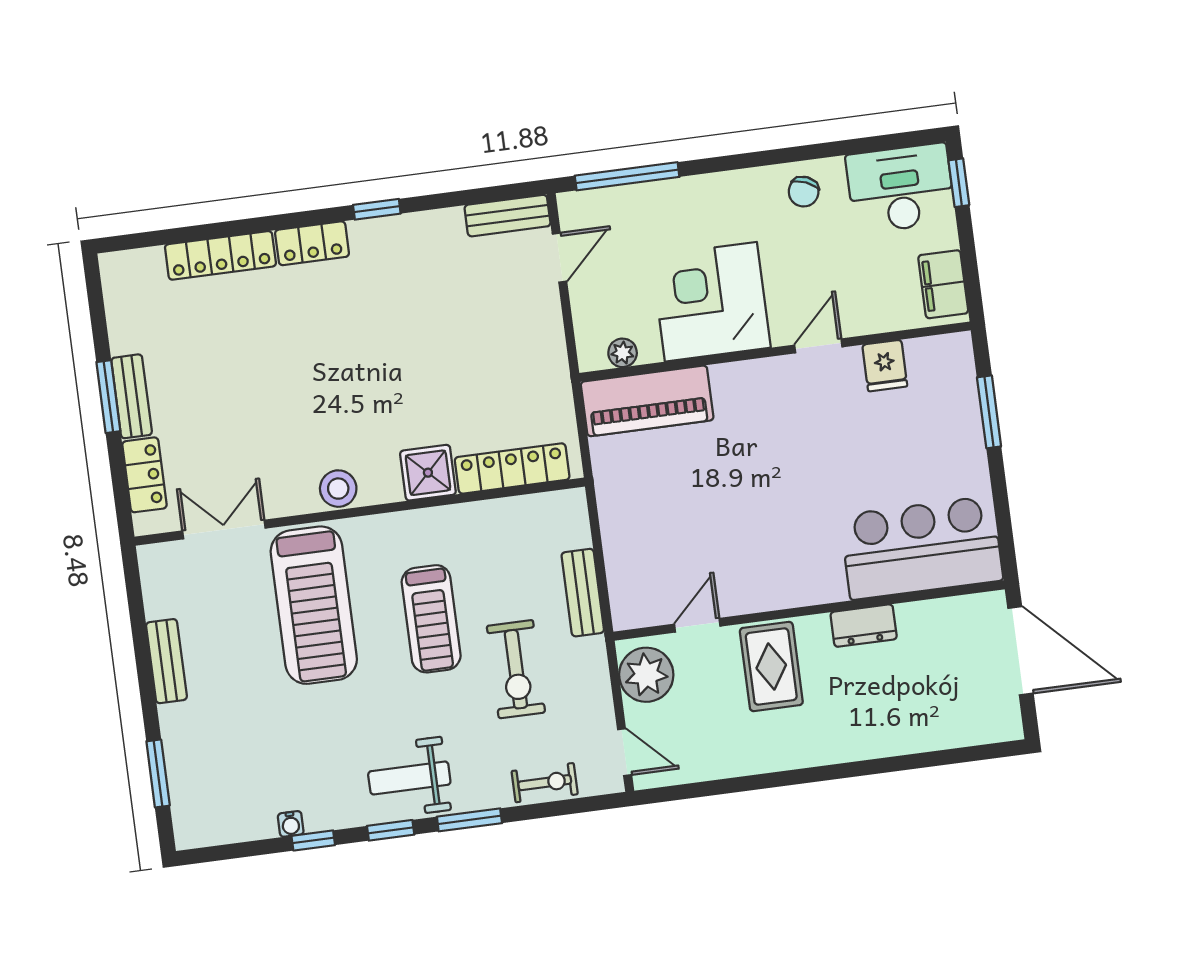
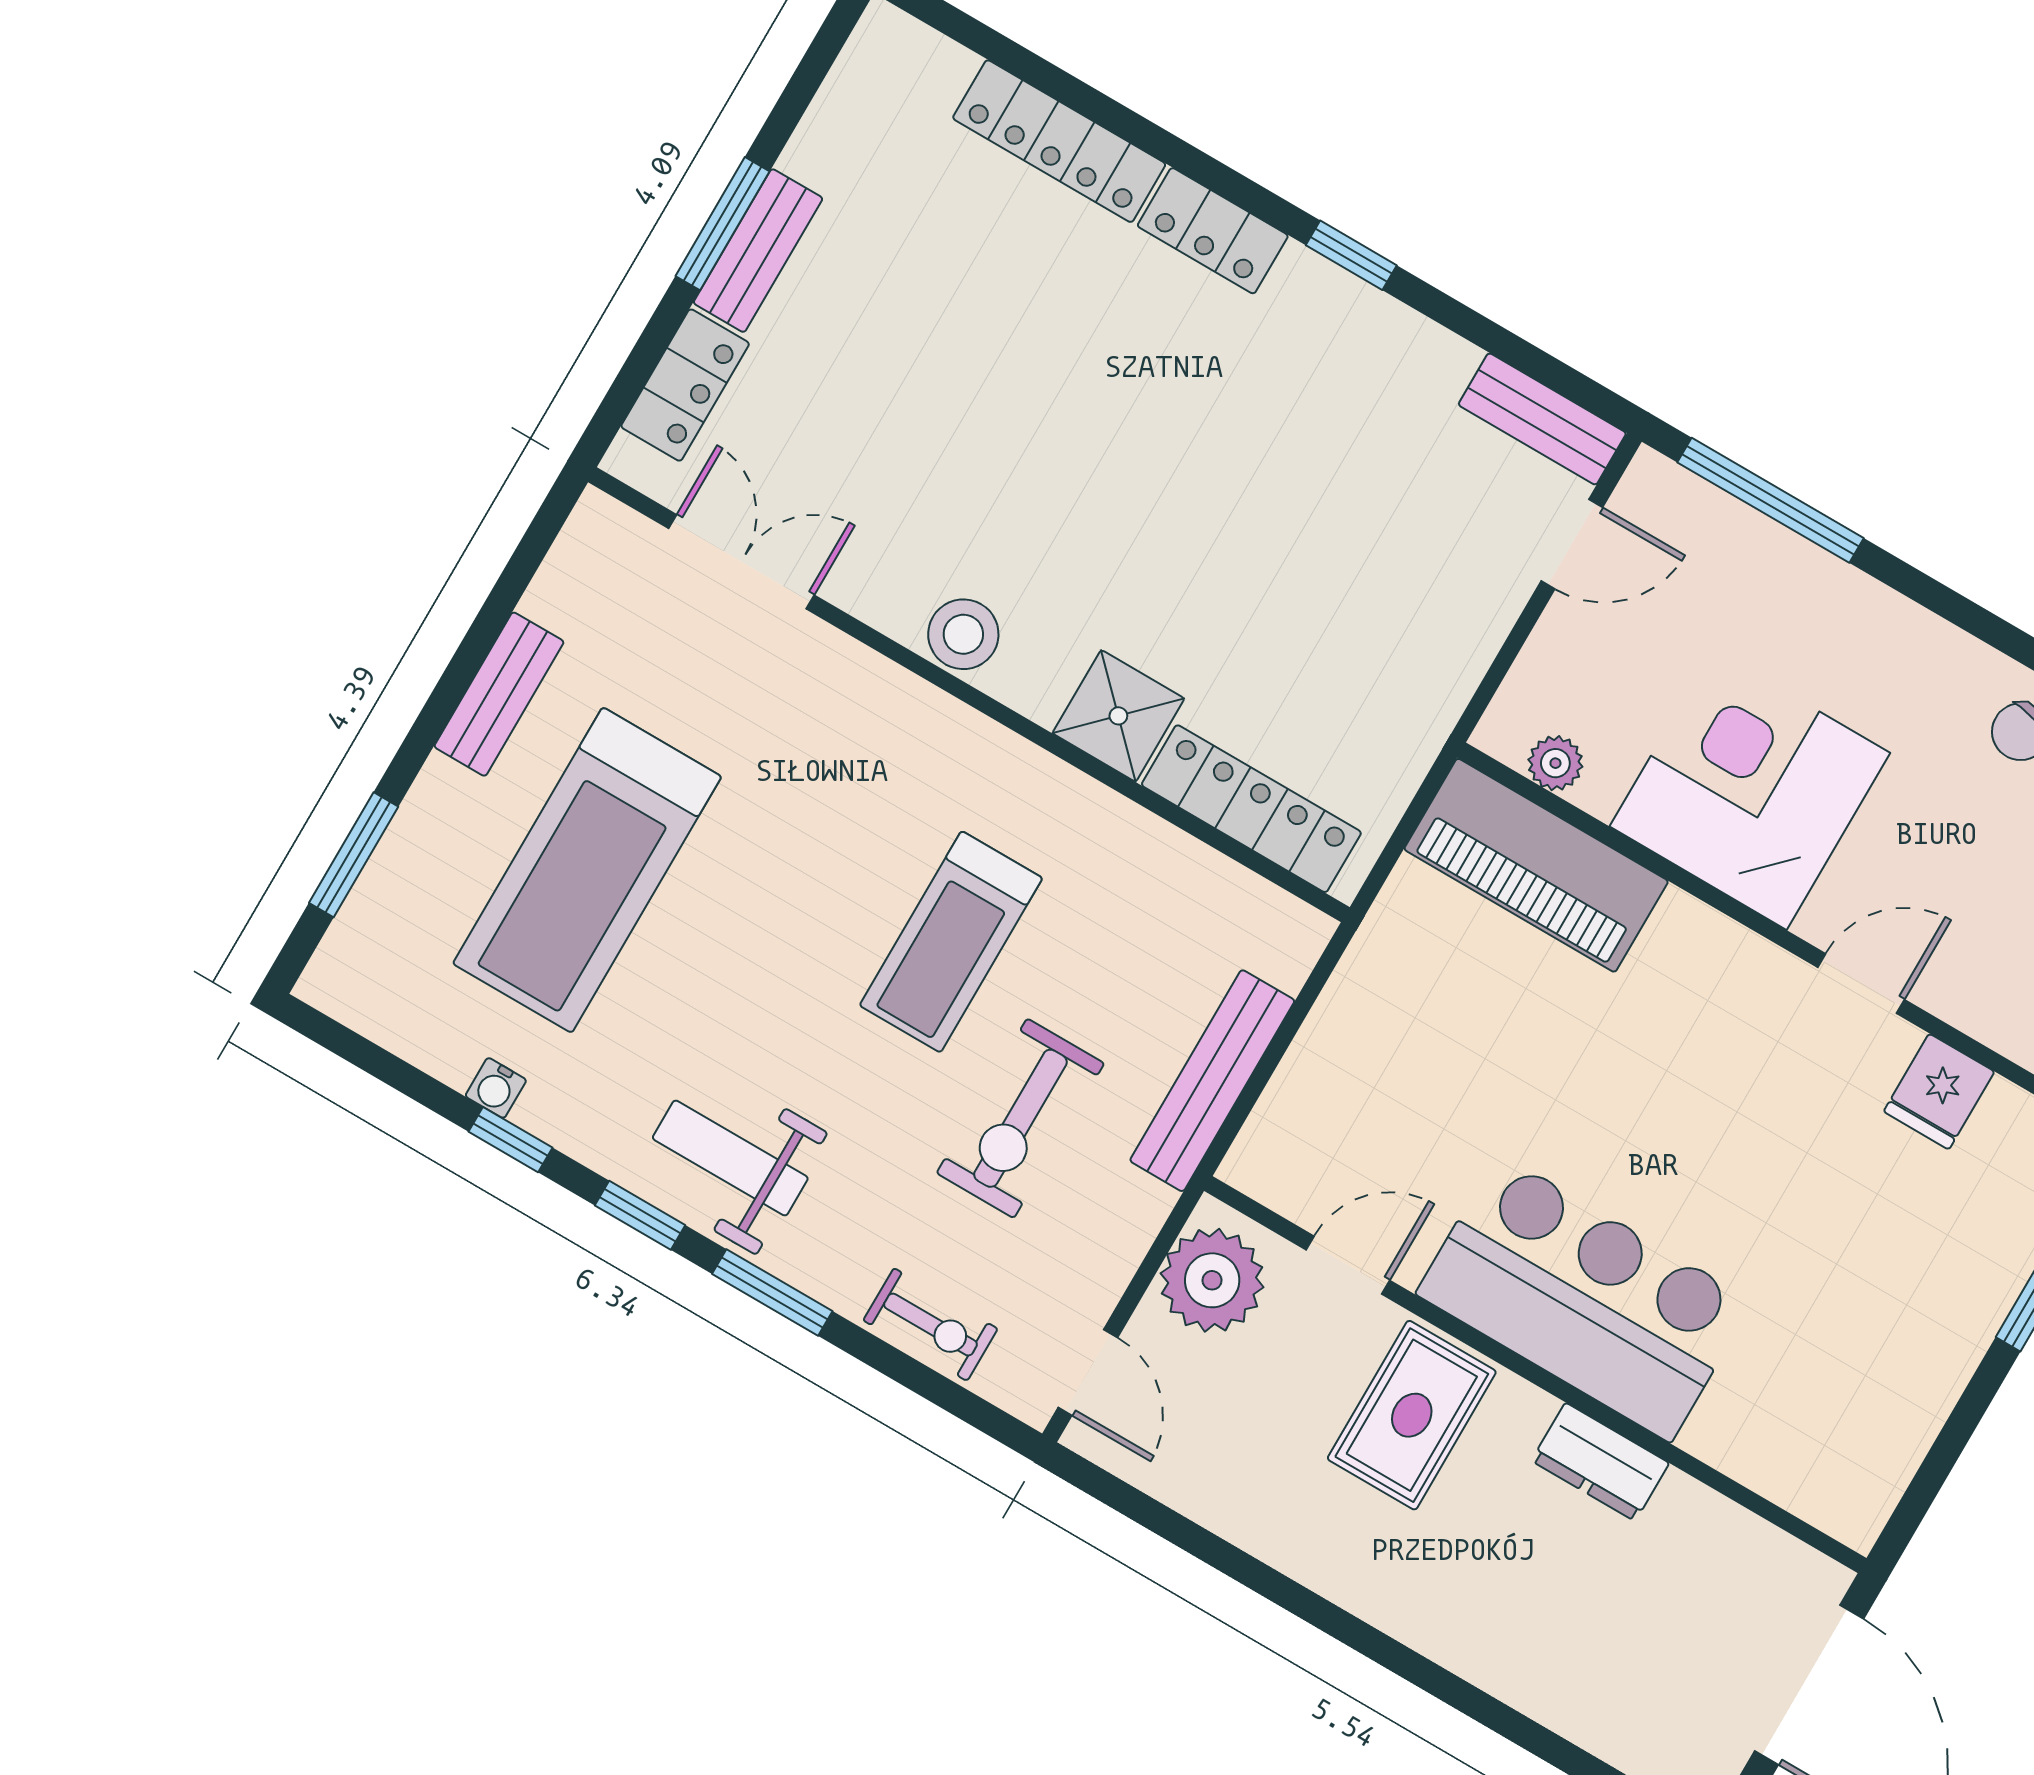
bar counter: (921, 548) -> (1584, 1298), moved
bench: (583, 593) -> (1212, 1081), width x1.36
treadmill: (314, 605) -> (587, 870), moved

